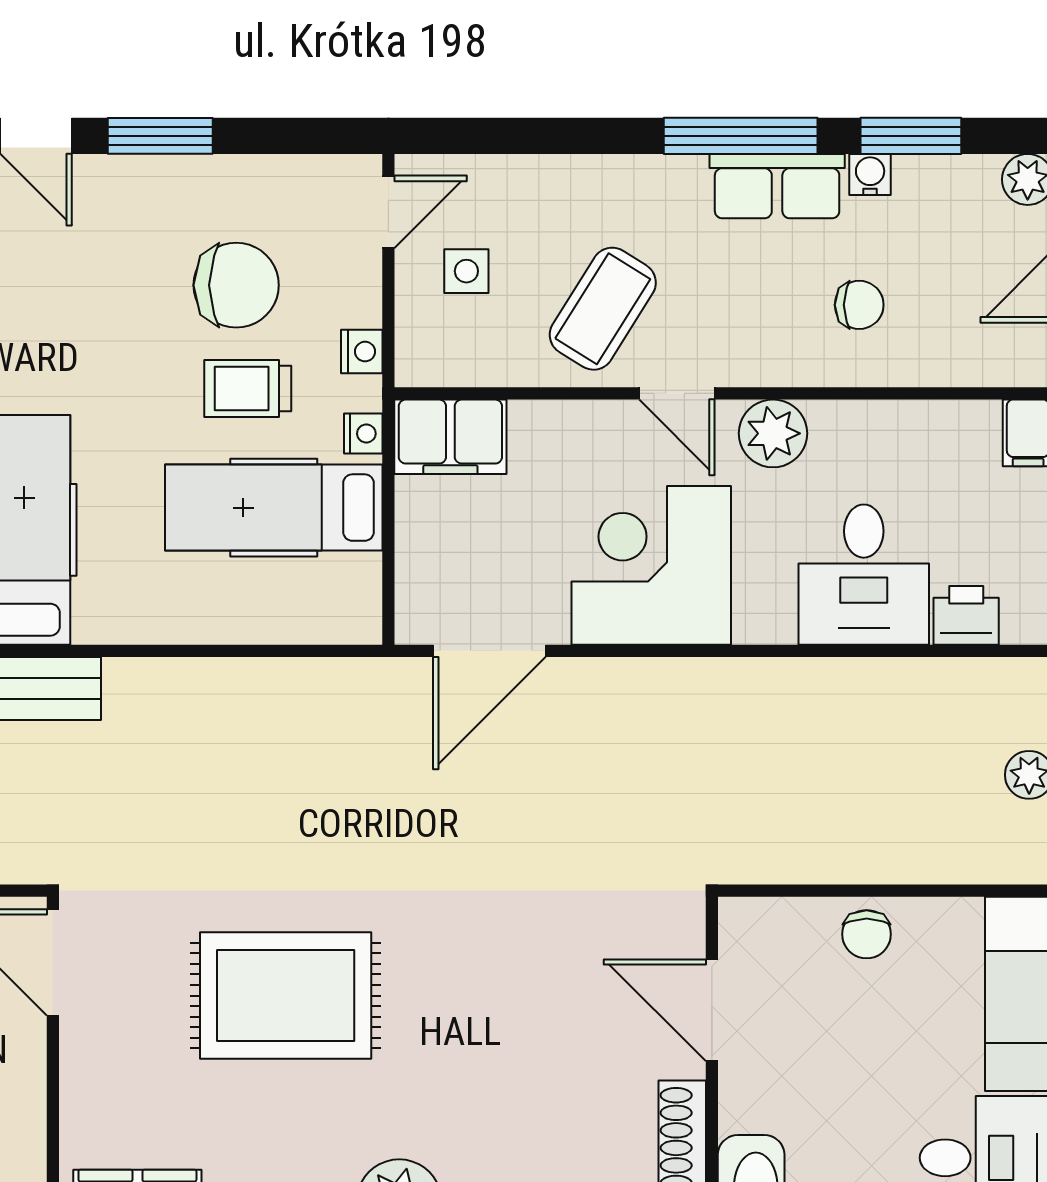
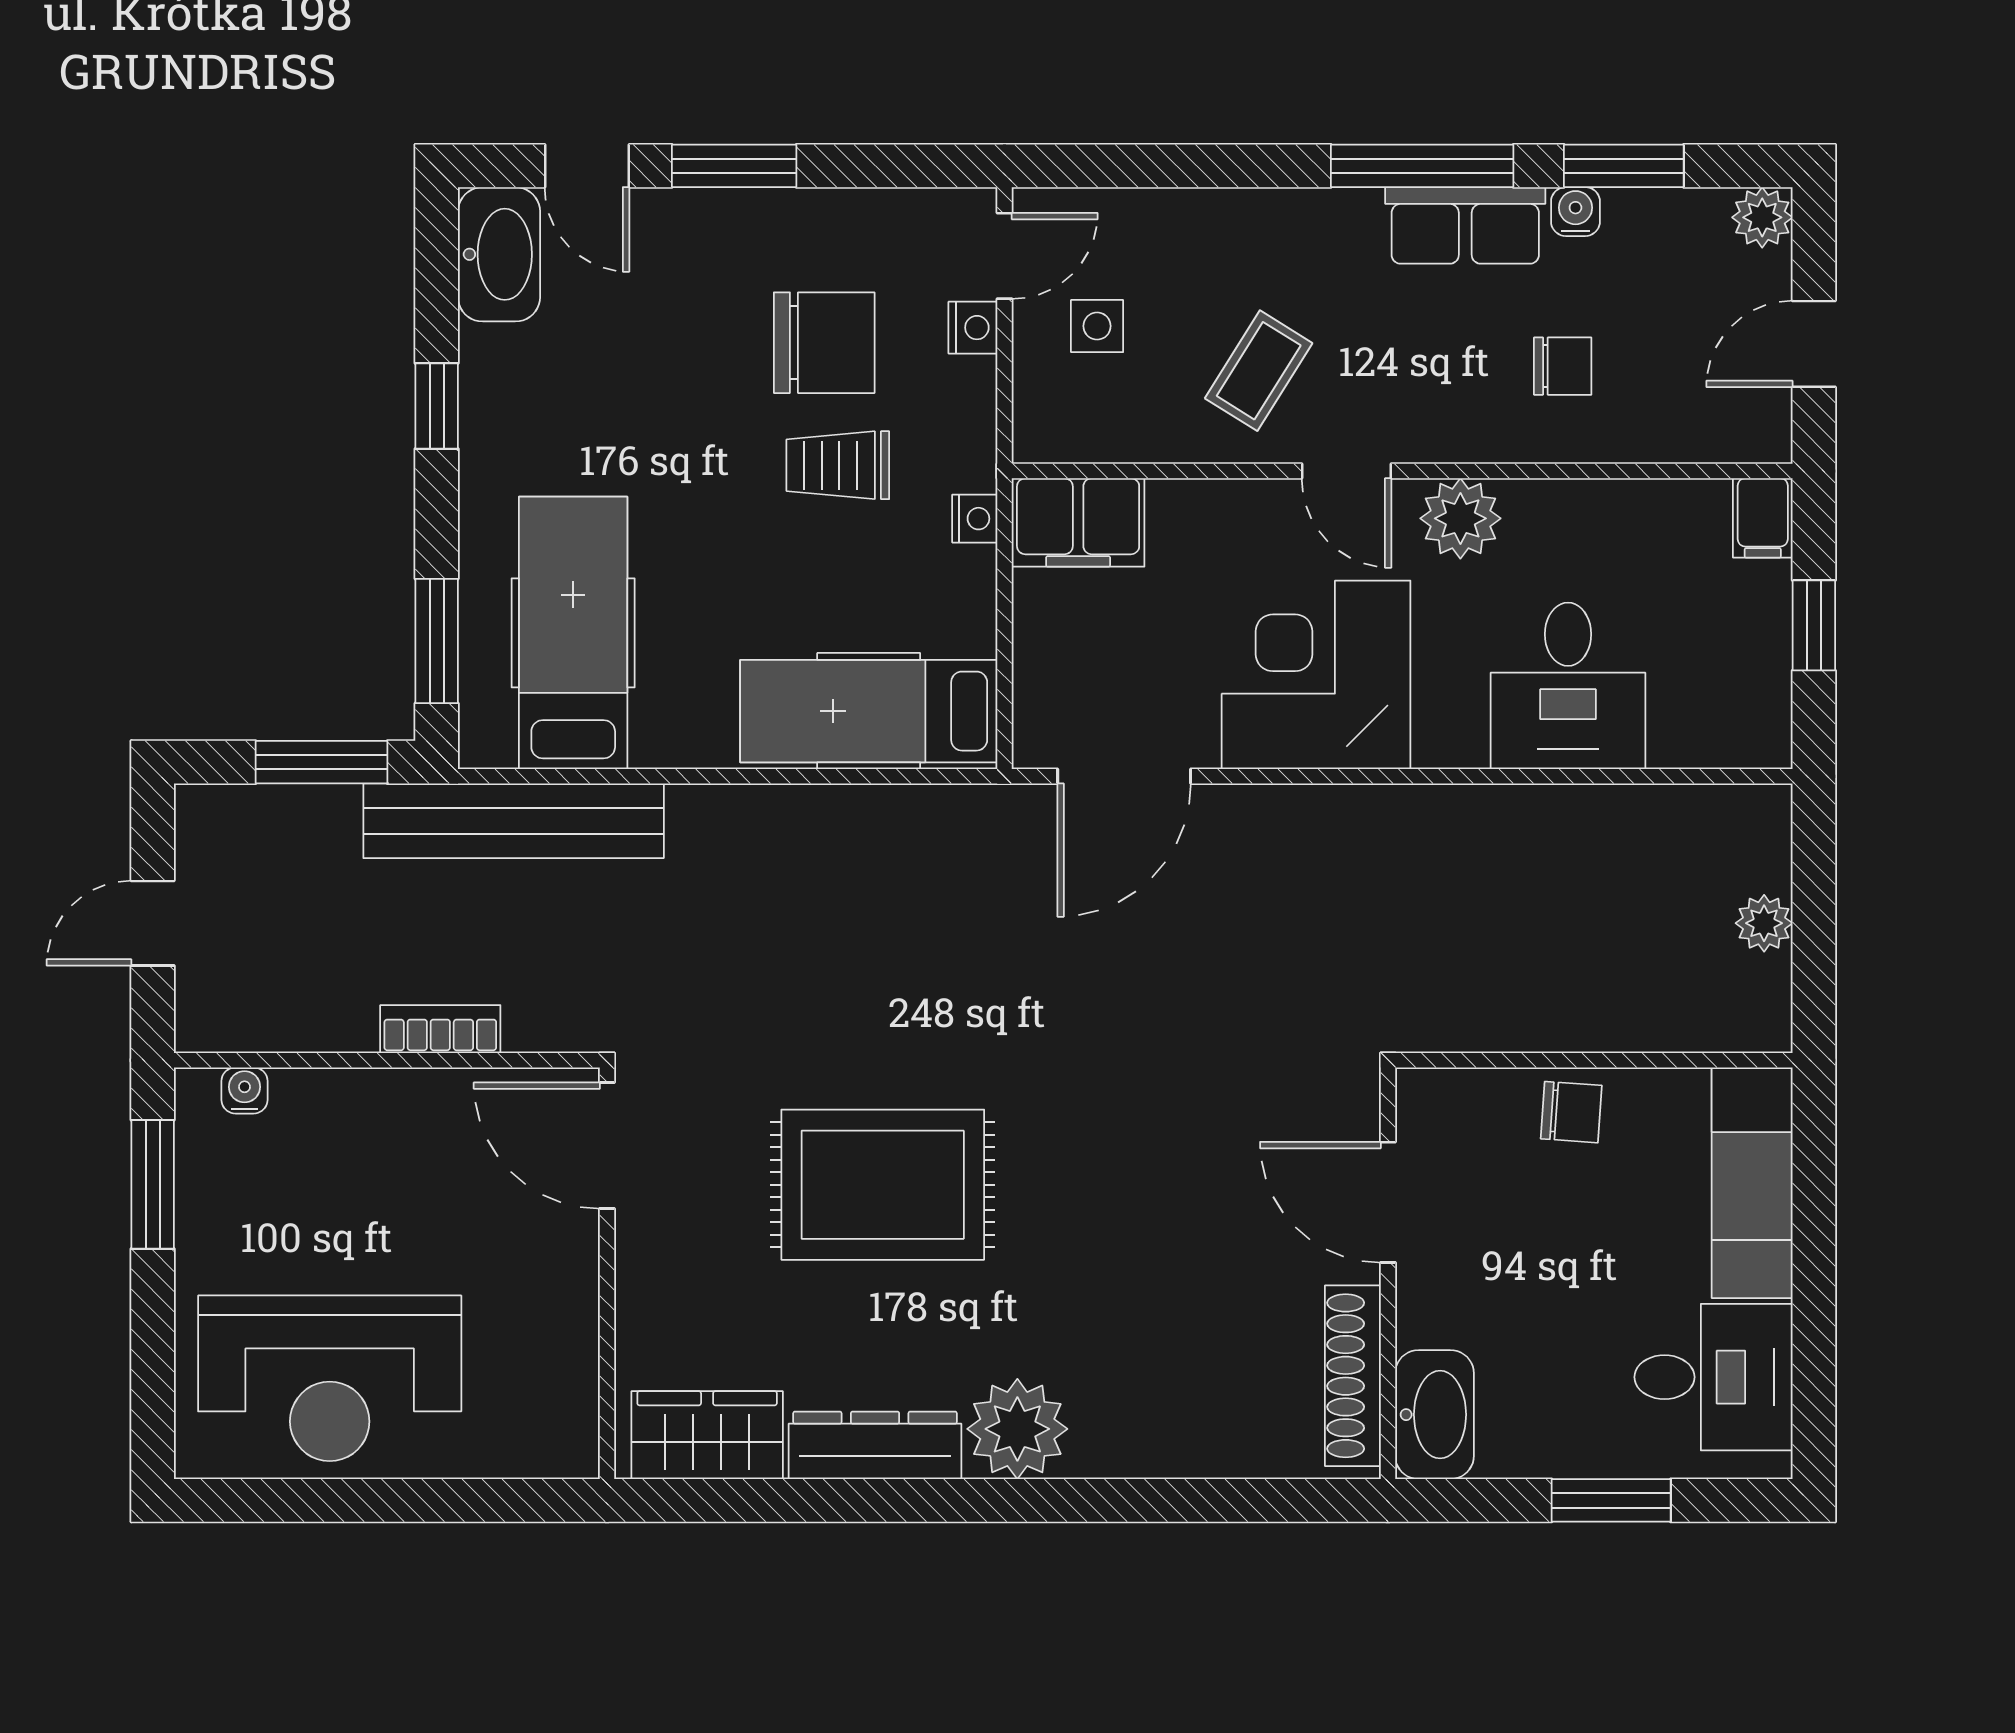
coffee table: (603, 309) -> (1259, 371), width x0.73, depth x0.77
nightstand: (362, 352) -> (973, 328), moved
hospital bed: (274, 508) -> (869, 711), moved
printer: (966, 615) -> (1689, 734), removed
chair: (867, 934) -> (1571, 1112), turned -86

